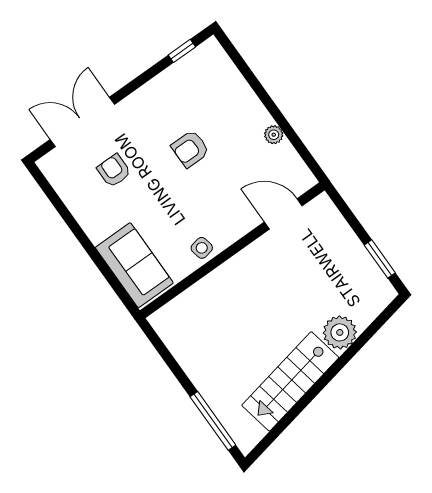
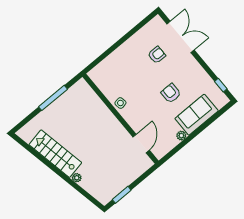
sofa: (134, 265) -> (197, 115), moved, turned 180
plant: (340, 332) -> (77, 178), width x0.53, depth x0.53
window: (213, 421) -> (53, 98), moved

